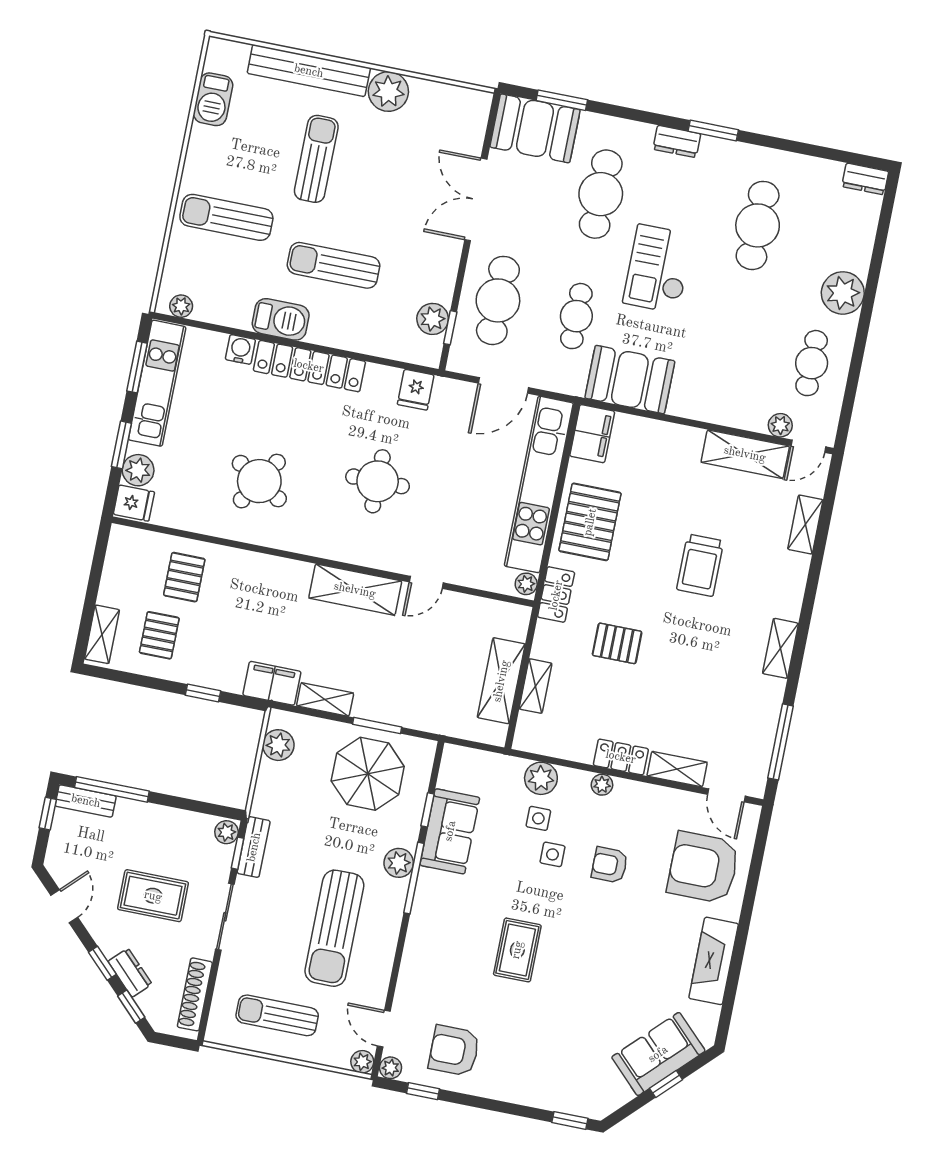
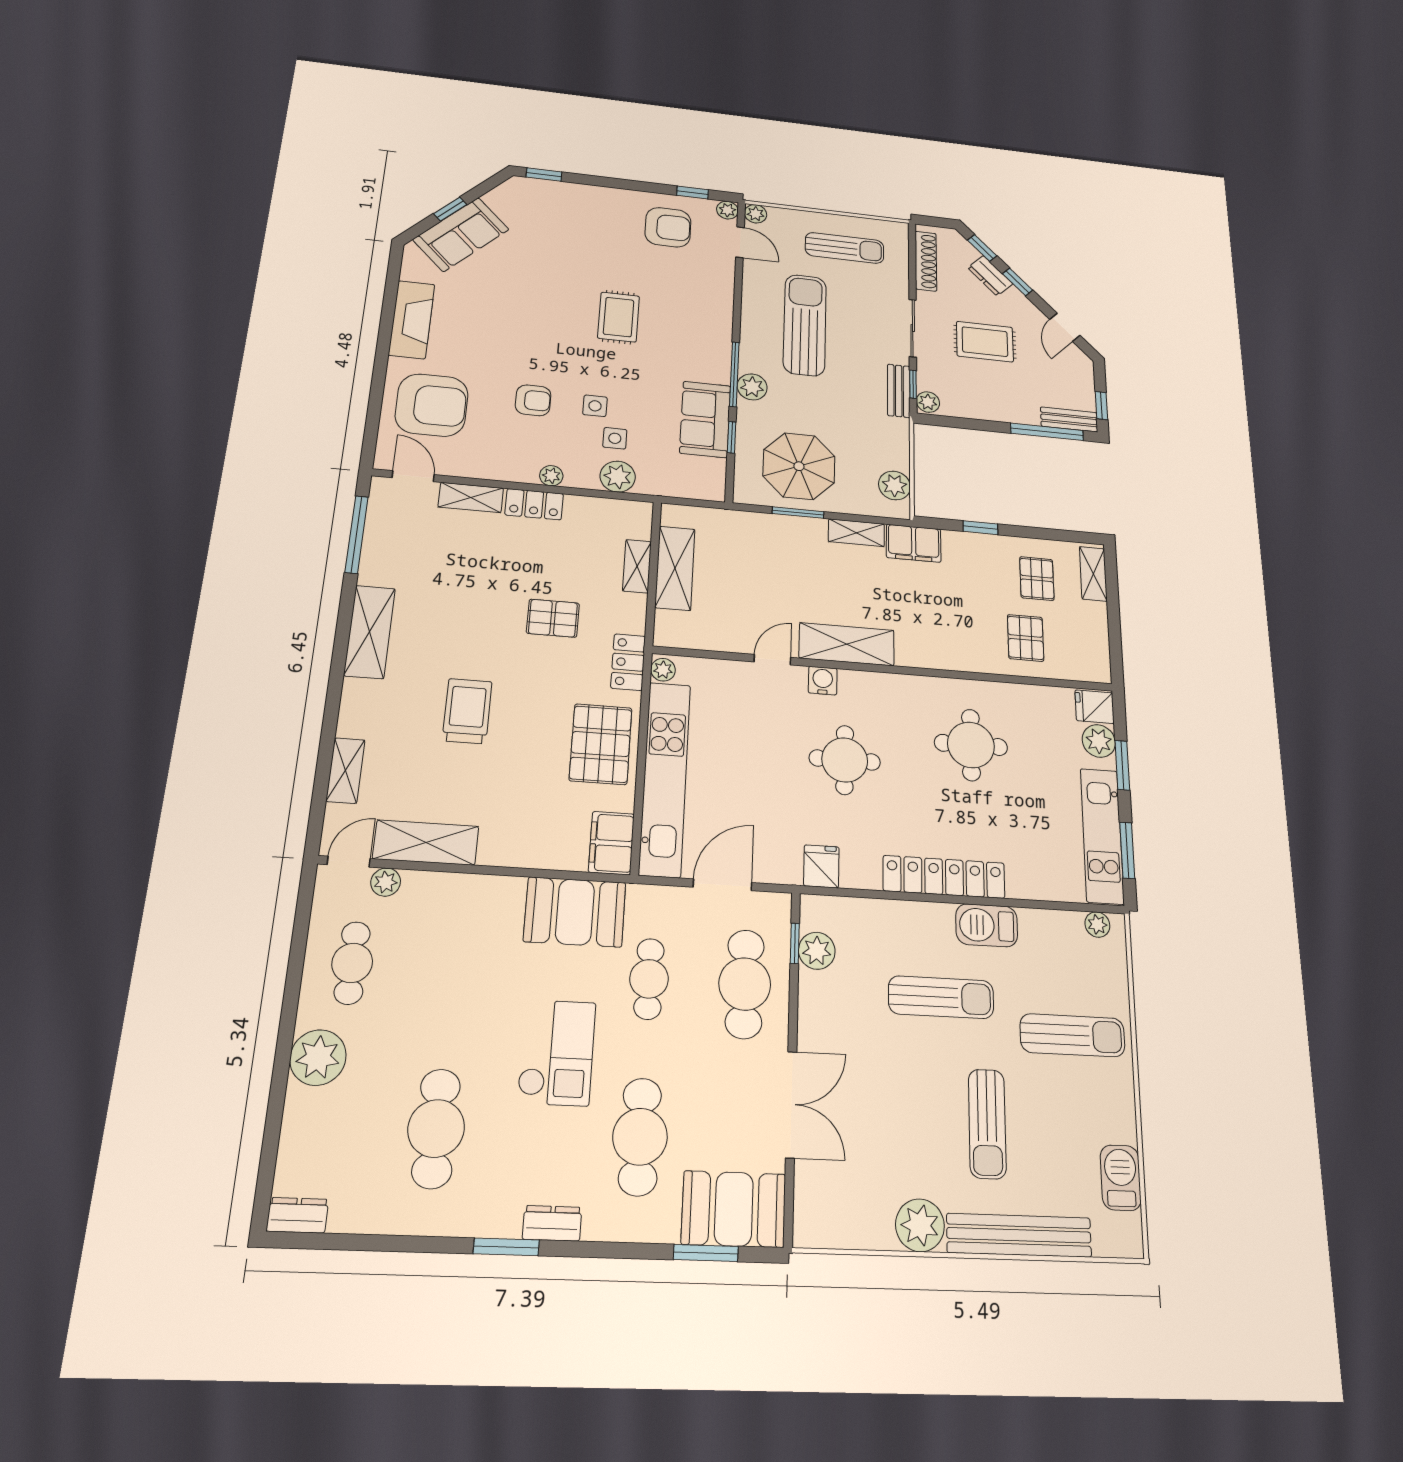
water cooler: (240, 349) -> (823, 681), moved, turned 180
round table: (259, 481) -> (971, 745), turned -32
shelving: (780, 648) -> (370, 632), width x1.50, depth x1.33

